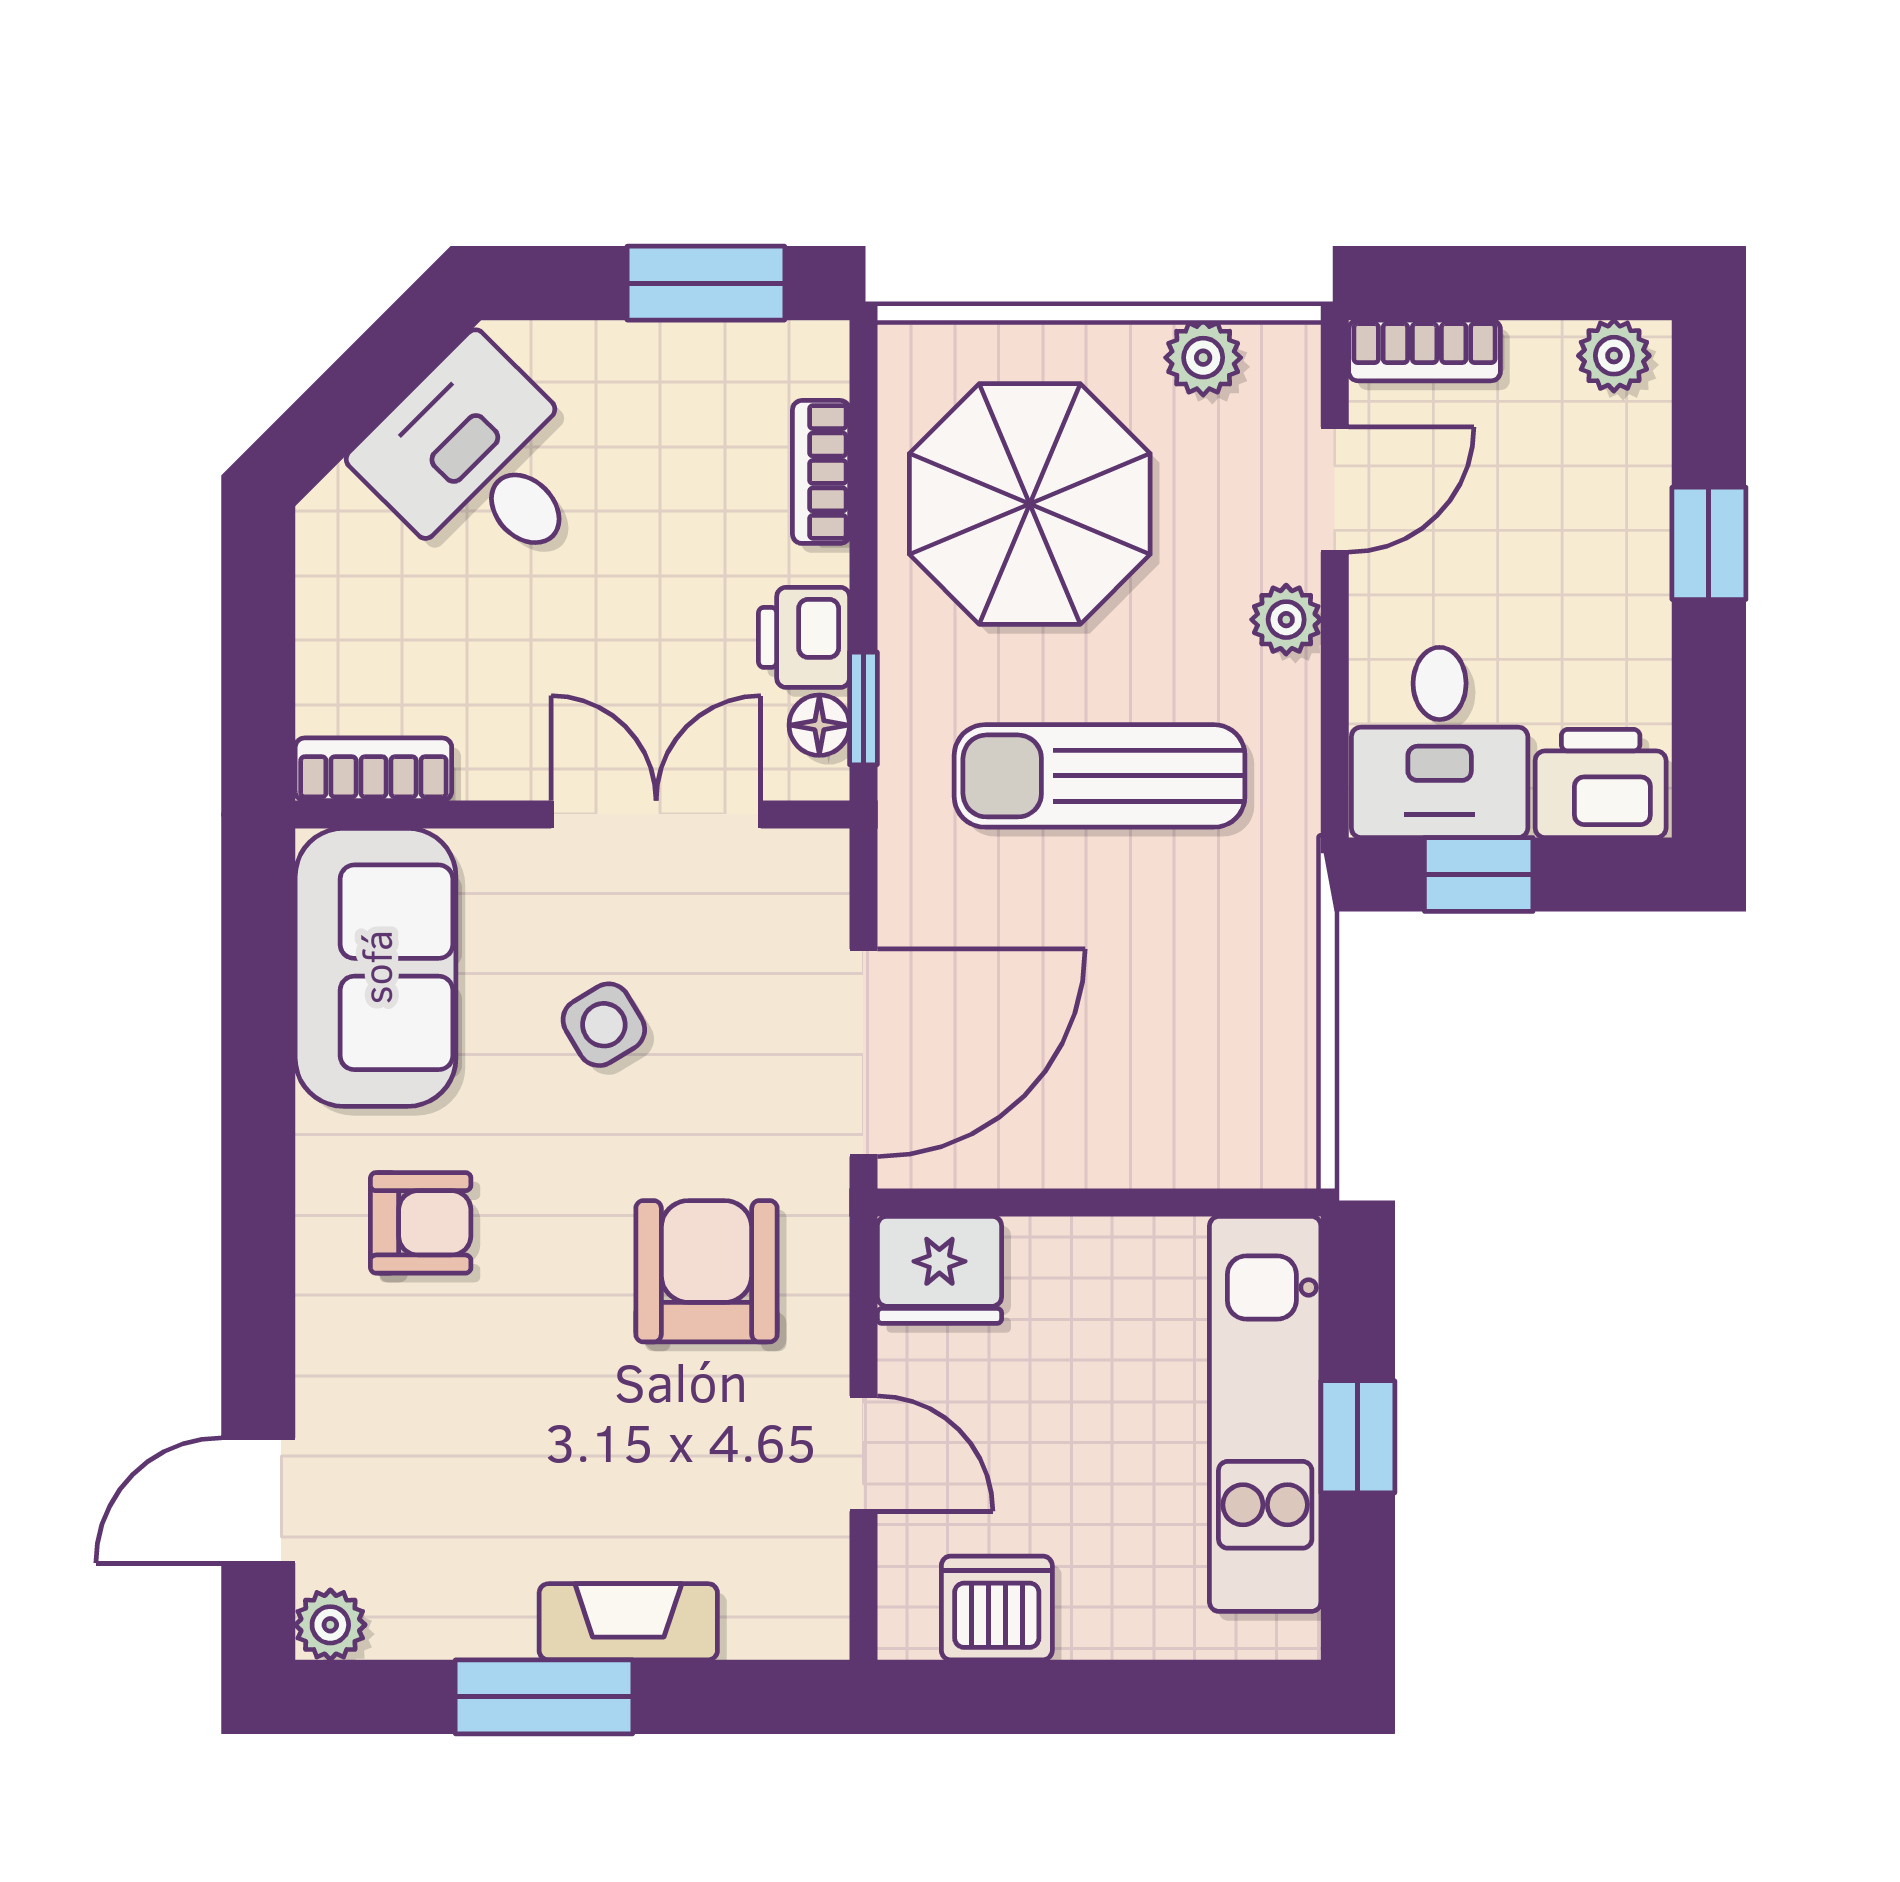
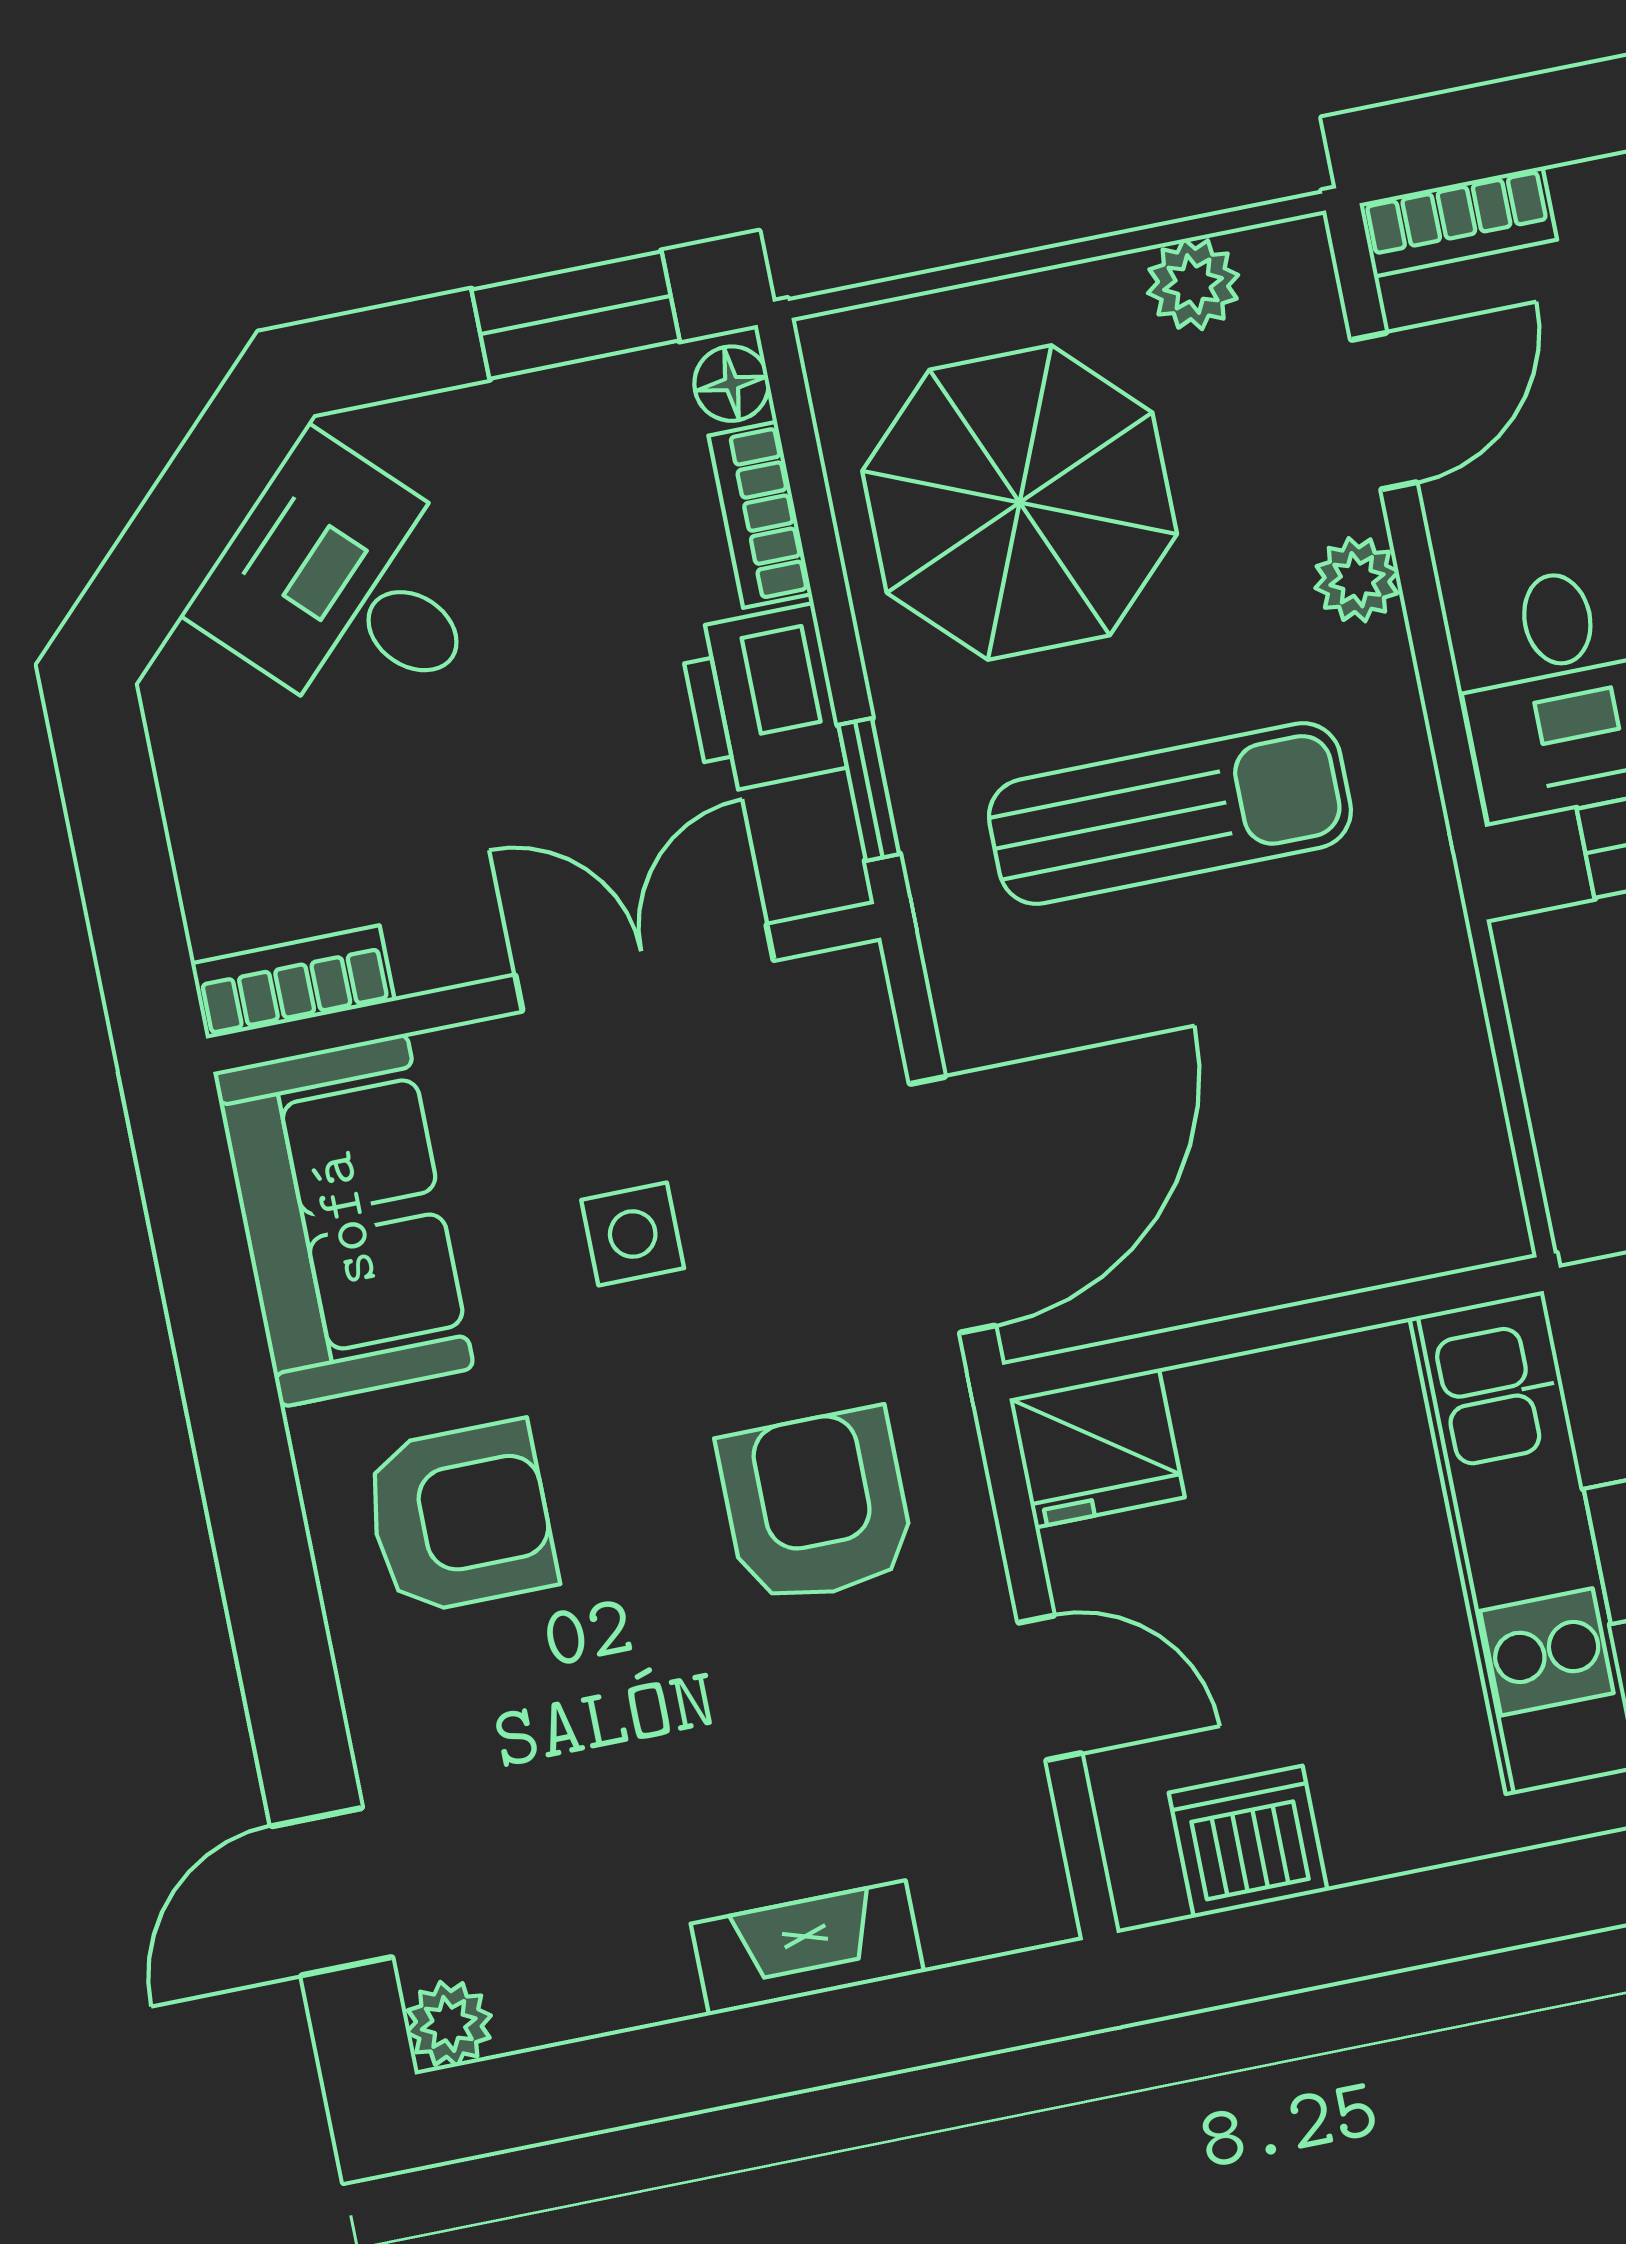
printer: (804, 637) -> (762, 699), width x1.36, depth x1.24
floor lamp: (819, 725) -> (732, 384), moved
sun lounger: (1100, 776) -> (1170, 814), turned 180
side table: (604, 1025) -> (633, 1234), turned 31
armchair: (421, 1223) -> (460, 1517), width x1.38, depth x1.38
window: (544, 1697) -> (724, 2059), removed

